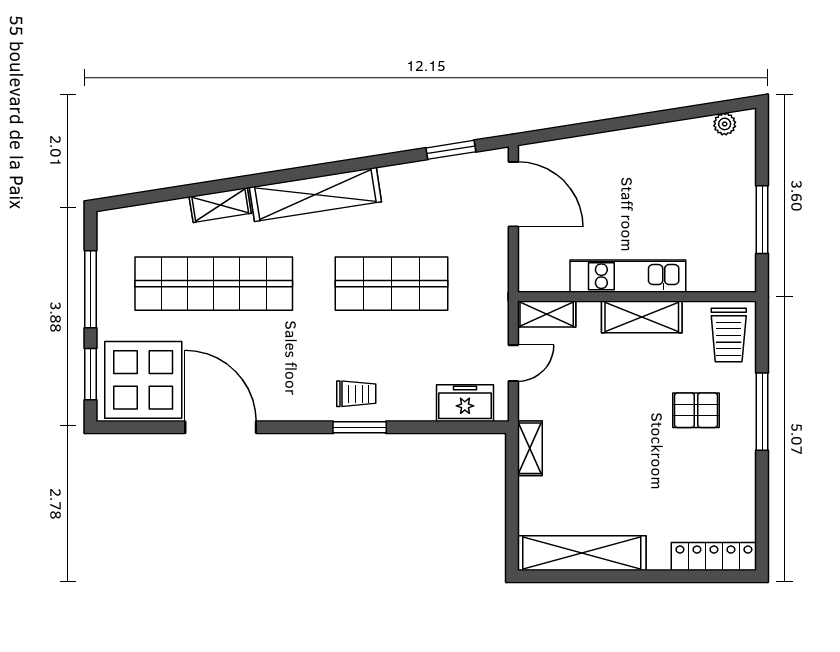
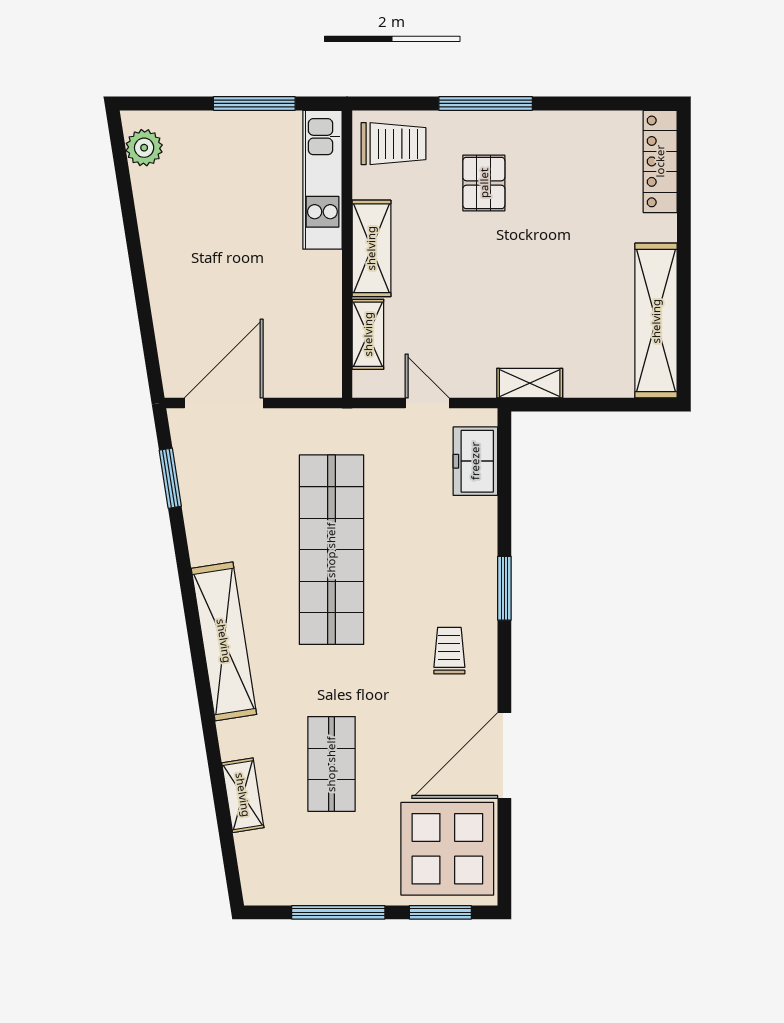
plant: (725, 124) -> (144, 148), width x1.38, depth x1.38
shelving: (220, 205) -> (243, 795), moved
kitchen unit: (628, 276) -> (322, 180), moved
shop shelf: (214, 284) -> (331, 764), width x0.50, depth x0.74
shop shelf: (392, 284) -> (331, 550), width x1.40
shelving: (547, 314) -> (368, 334), moved
trolley: (356, 394) -> (449, 651), moved

